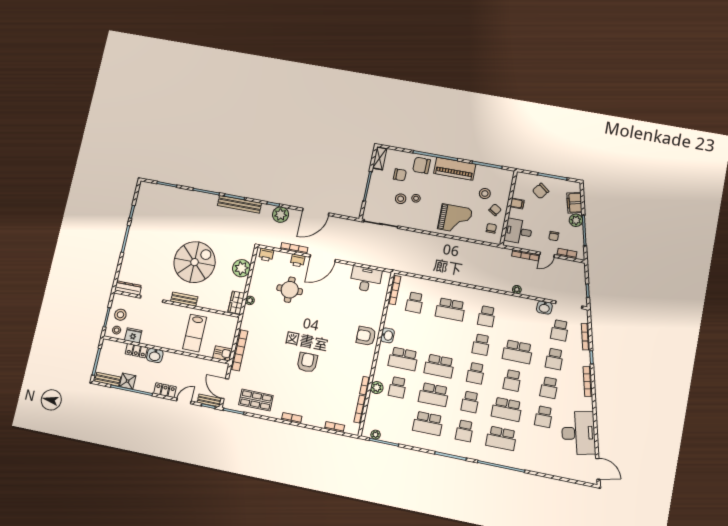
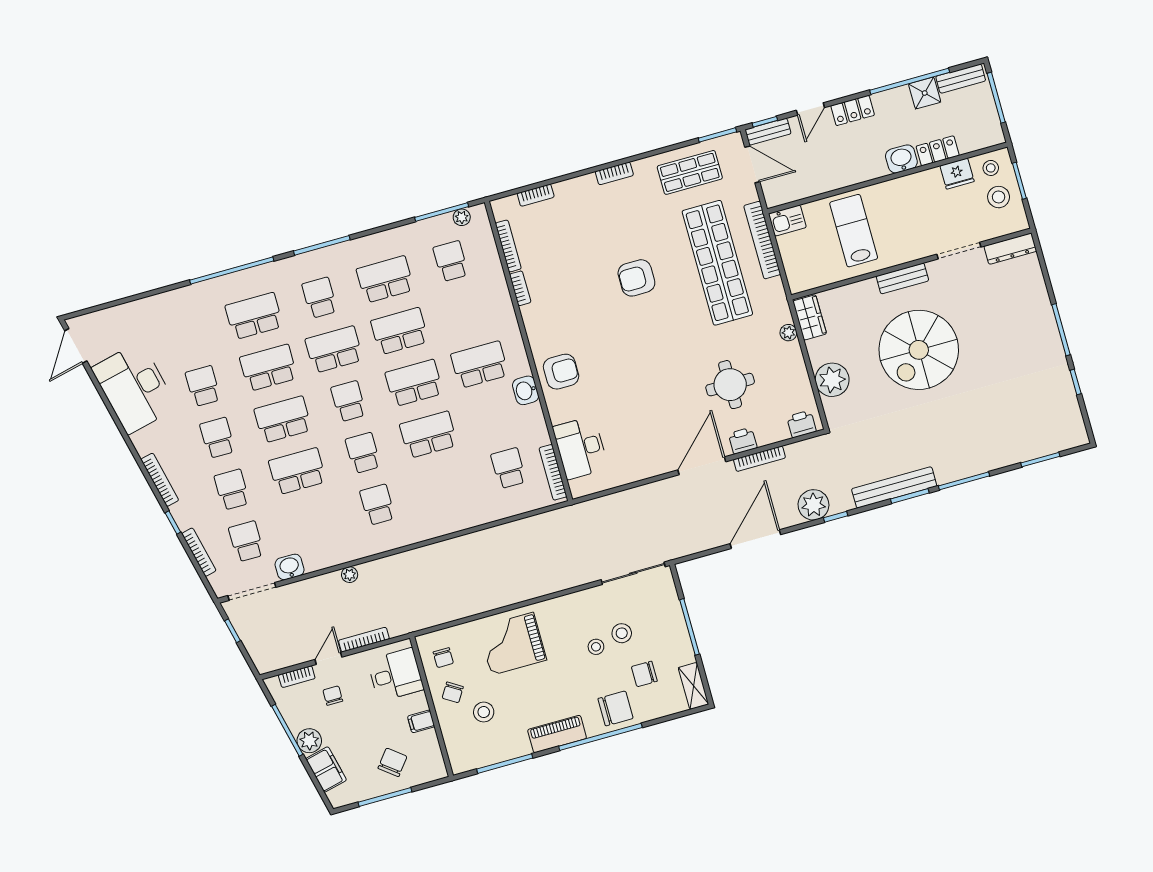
piano: (455, 169) -> (557, 734), width x0.73, depth x0.75
desk: (366, 279) -> (581, 448), moved, turned 90
school desk: (450, 309) -> (428, 435), moved
shop shelf: (266, 350) -> (717, 263), added
armchair: (307, 362) -> (636, 278), turned 90
school desk: (512, 380) -> (283, 420), width x1.85
school desk: (397, 387) -> (451, 261), moved
plant: (377, 388) -> (499, 295), removed
school desk: (470, 402) -> (334, 349), width x1.85
door: (598, 469) -> (76, 346), hinge flipped

